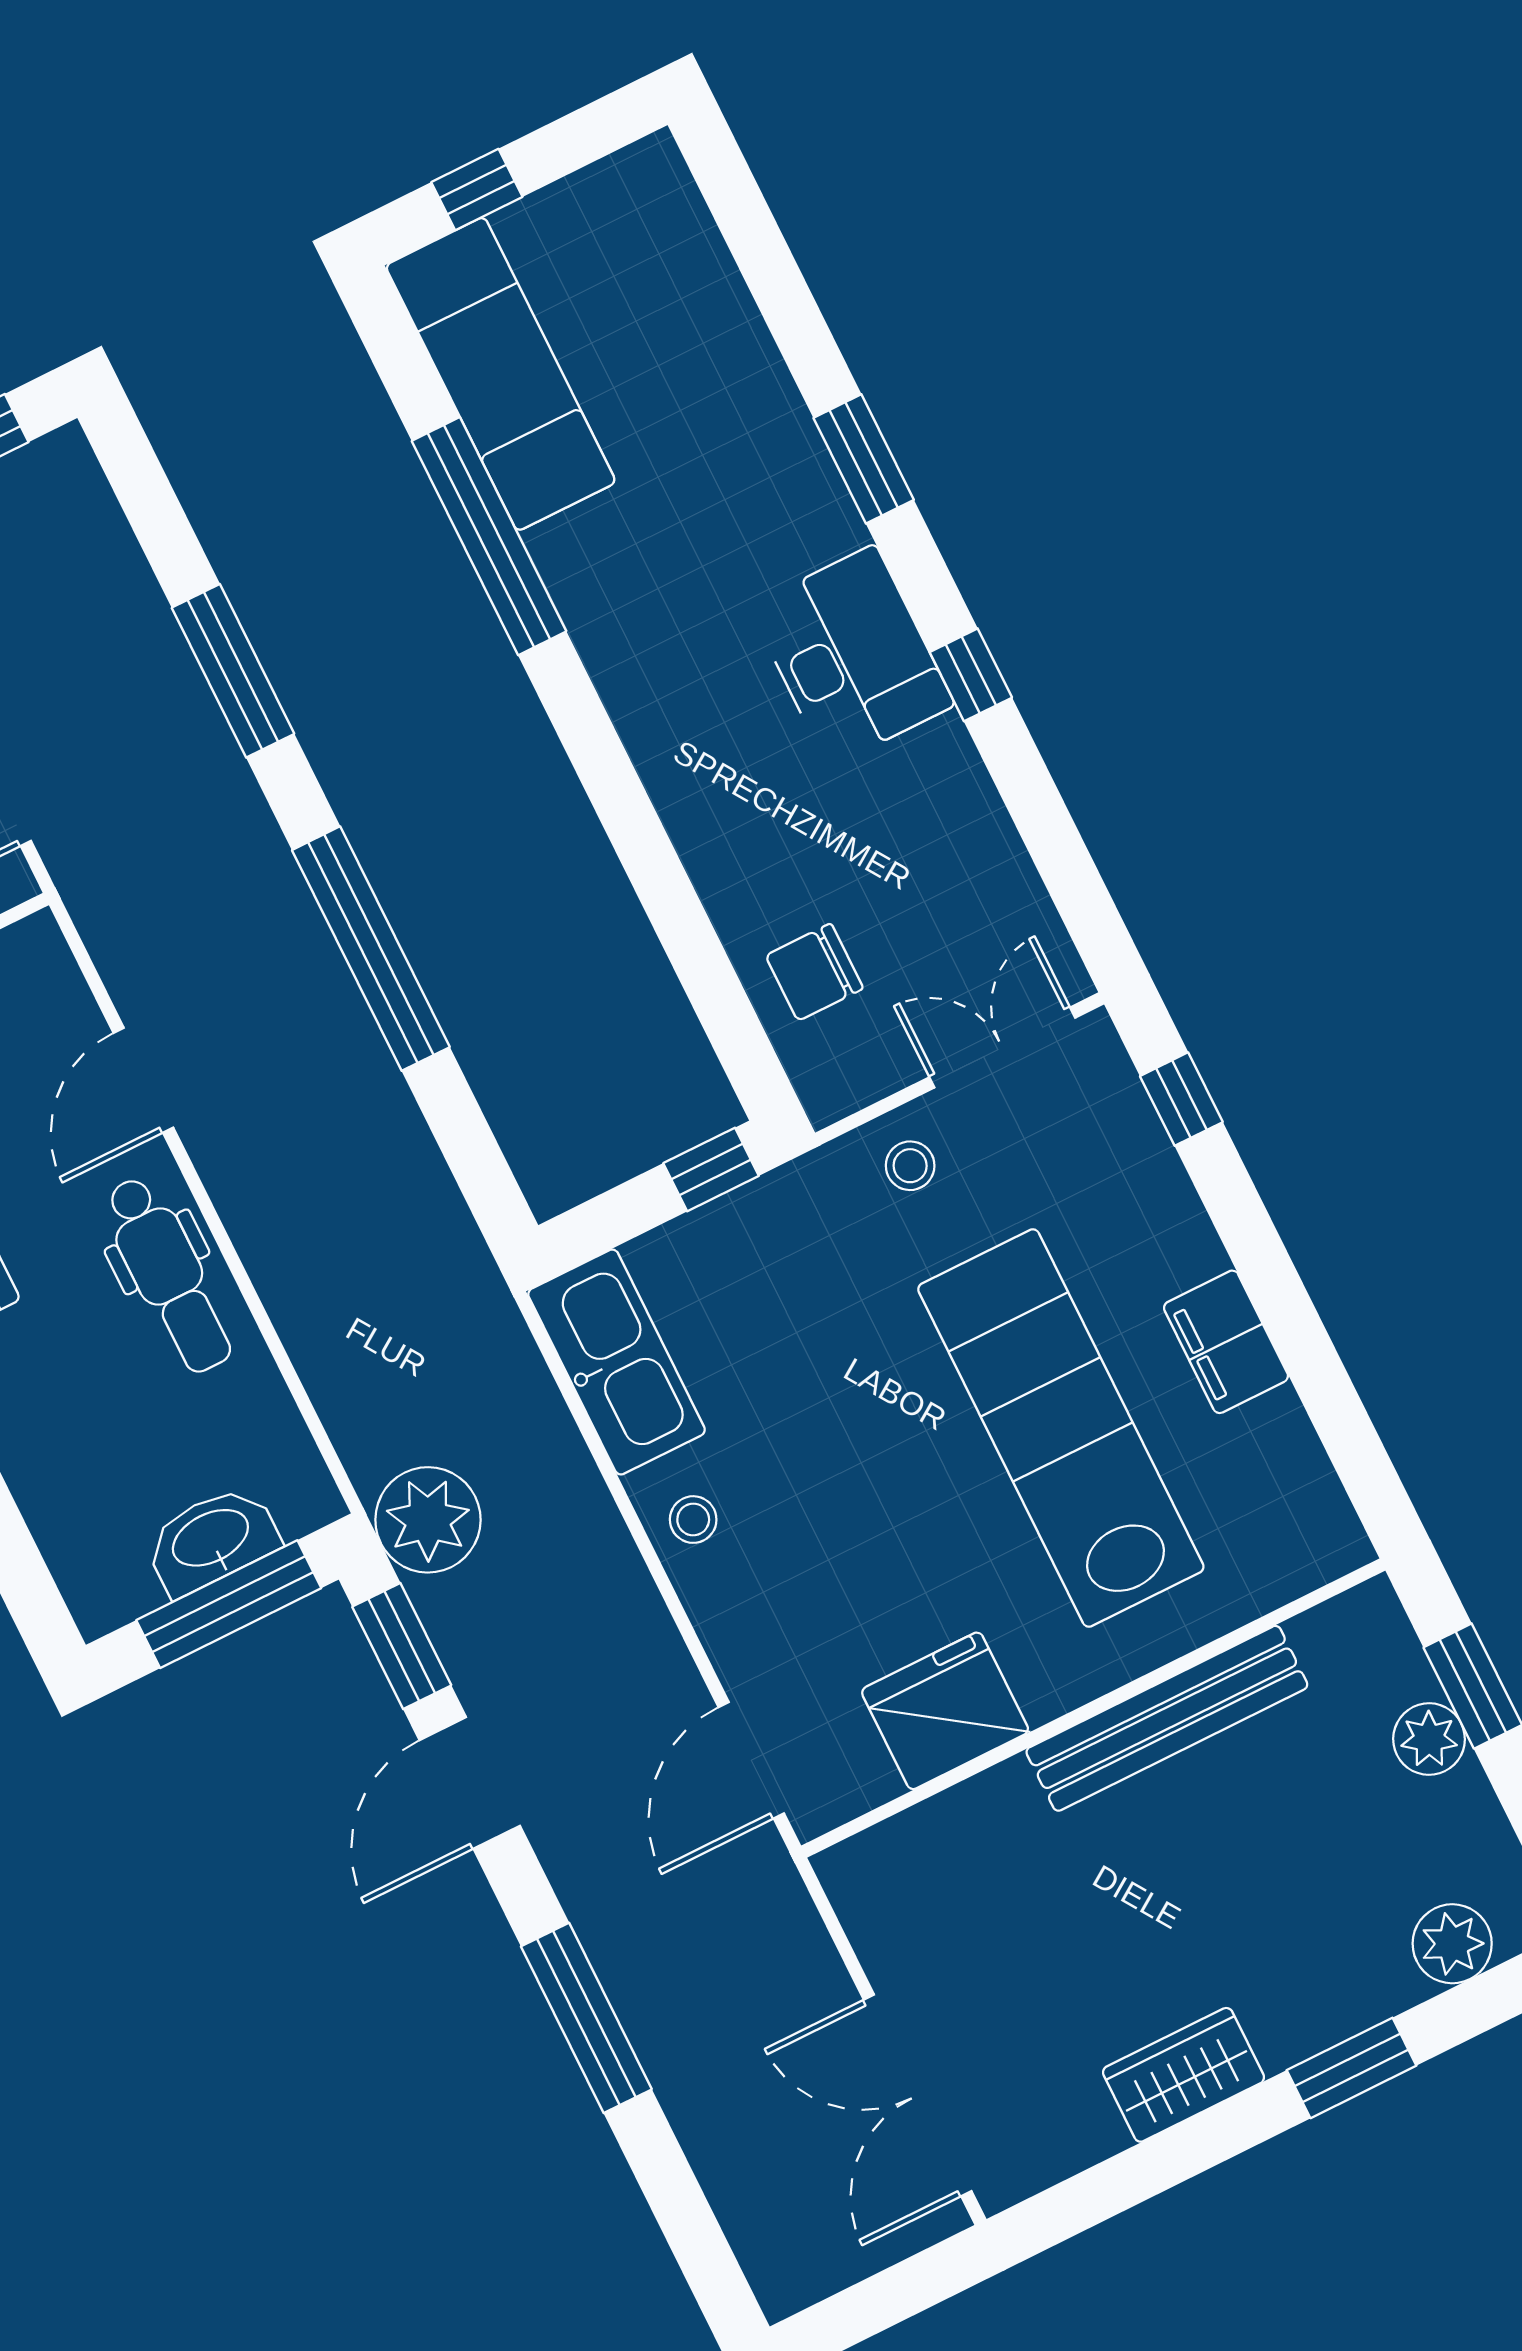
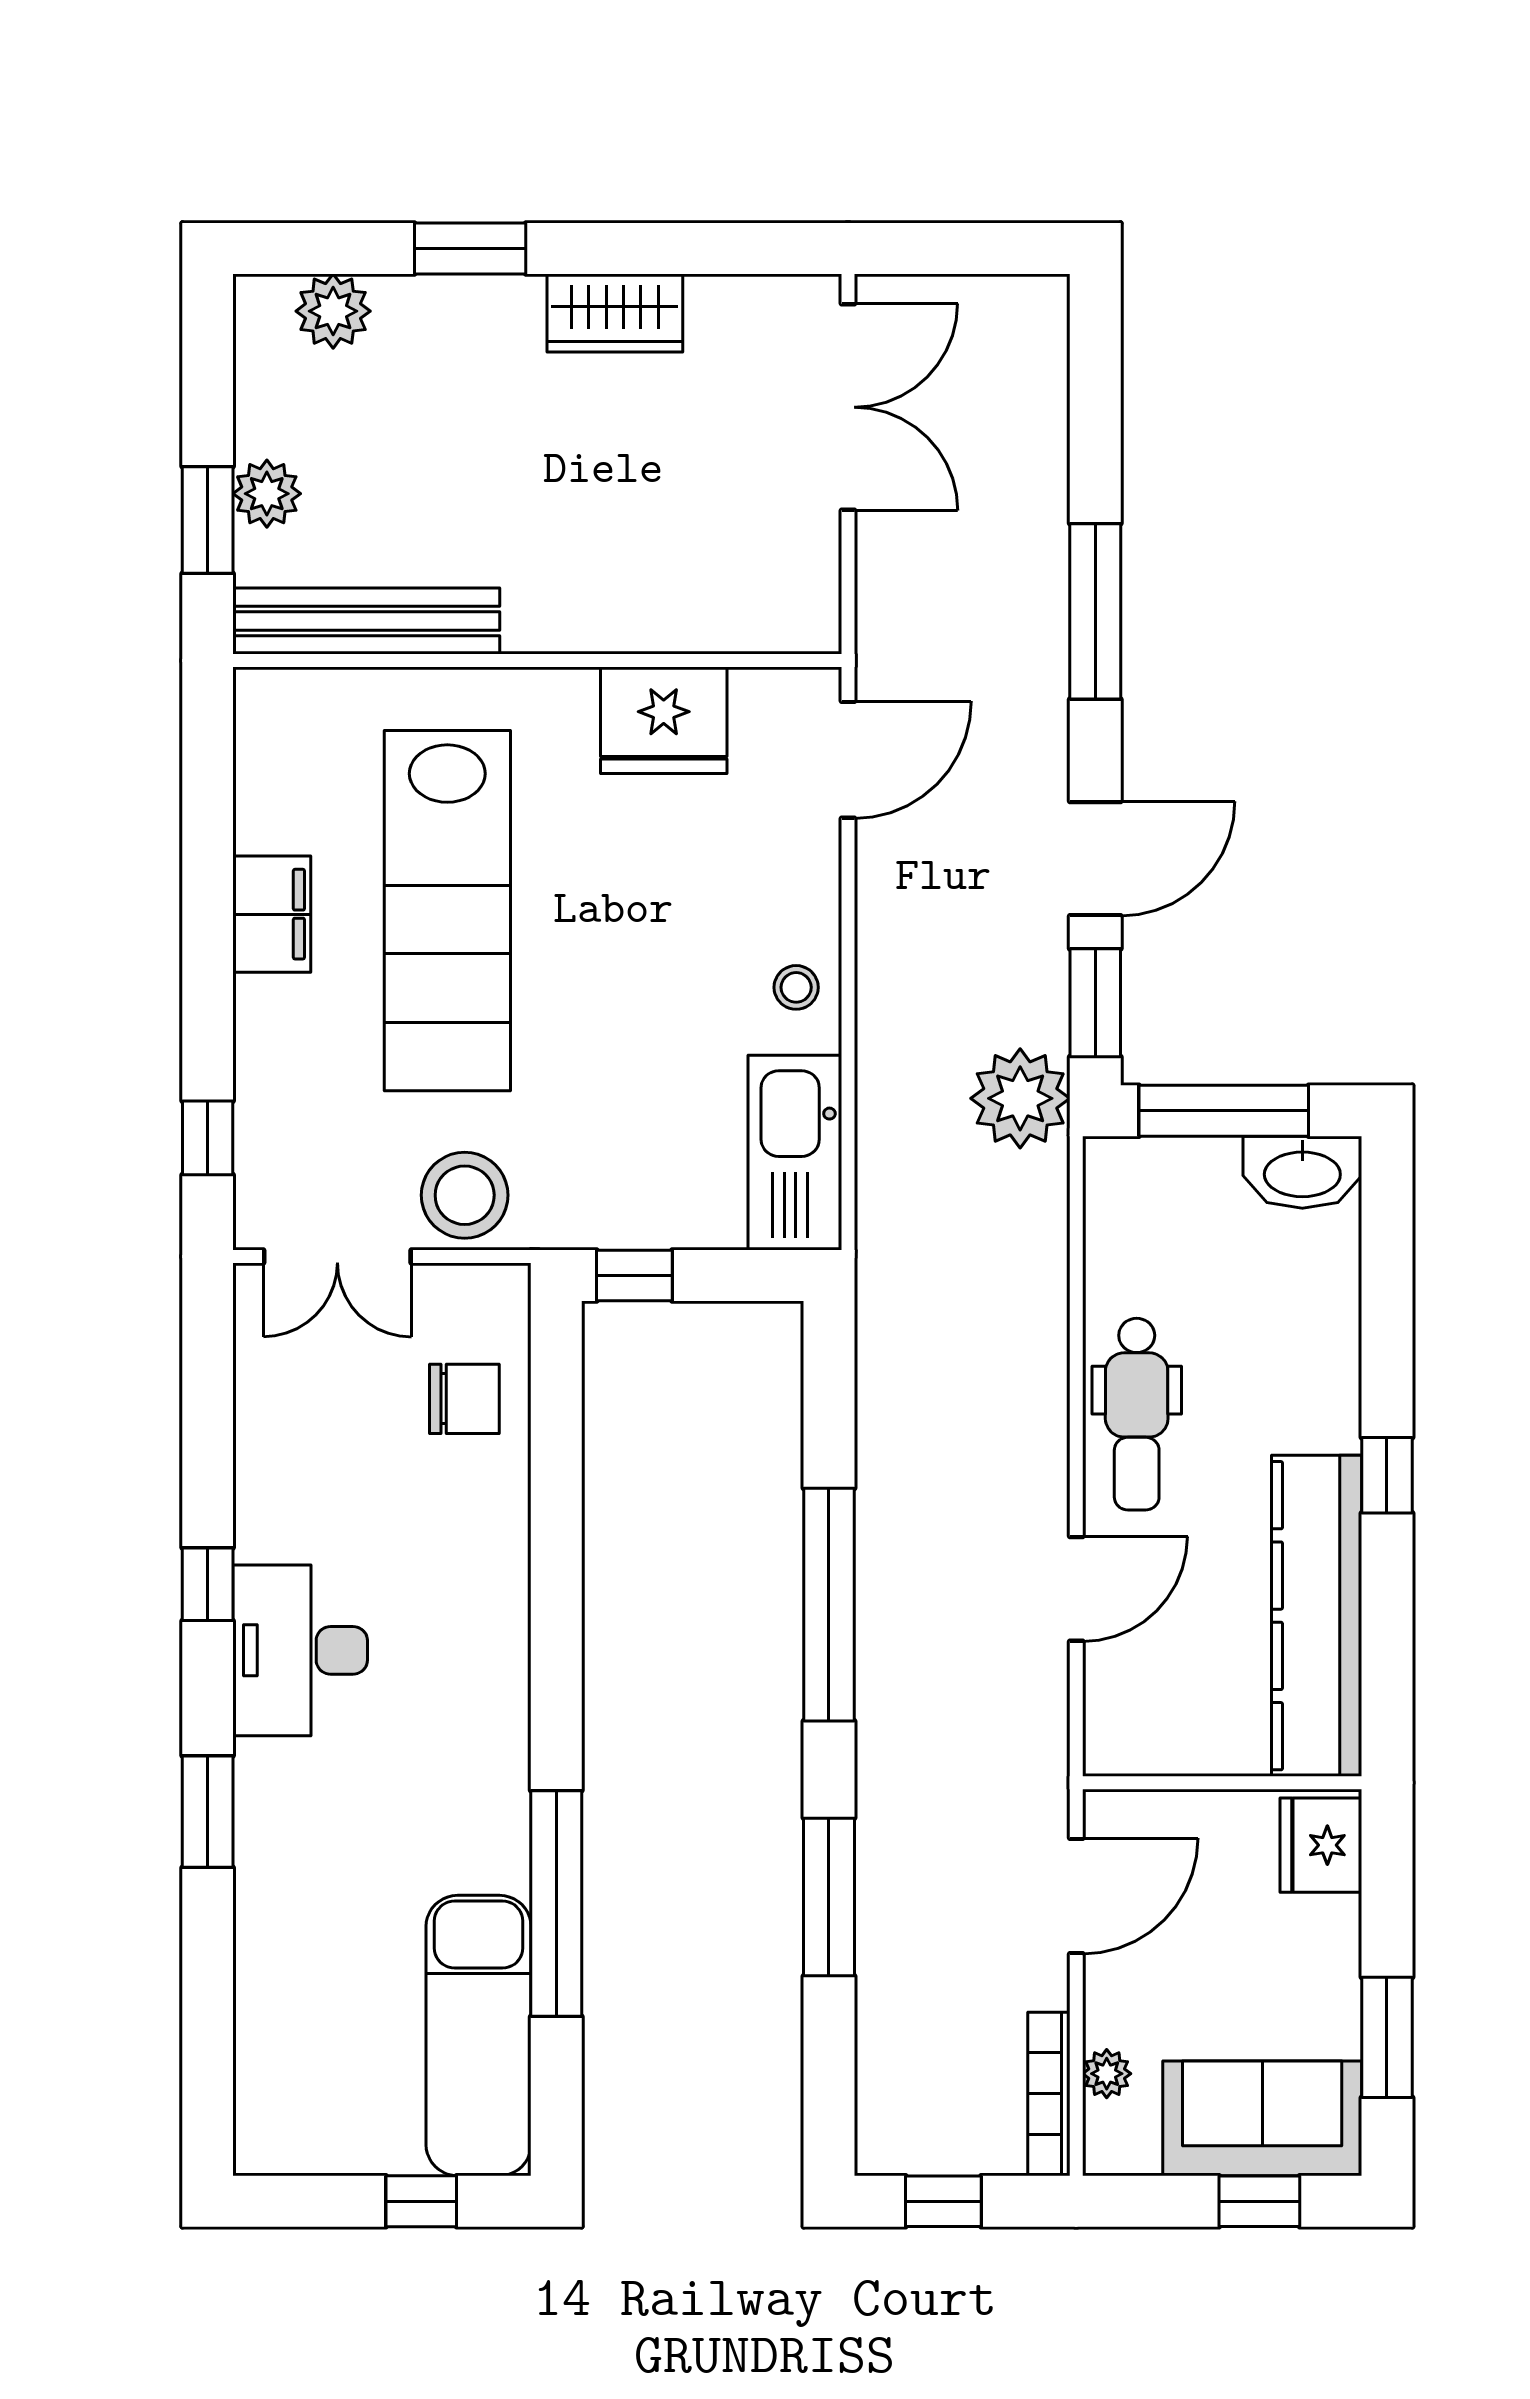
stool: (910, 1166) -> (465, 1195), width x1.89, depth x1.89
dental chair: (168, 1275) -> (1137, 1414), turned 180
washbasin: (211, 1540) -> (1302, 1172), moved
bench: (1167, 1718) -> (366, 621), moved

